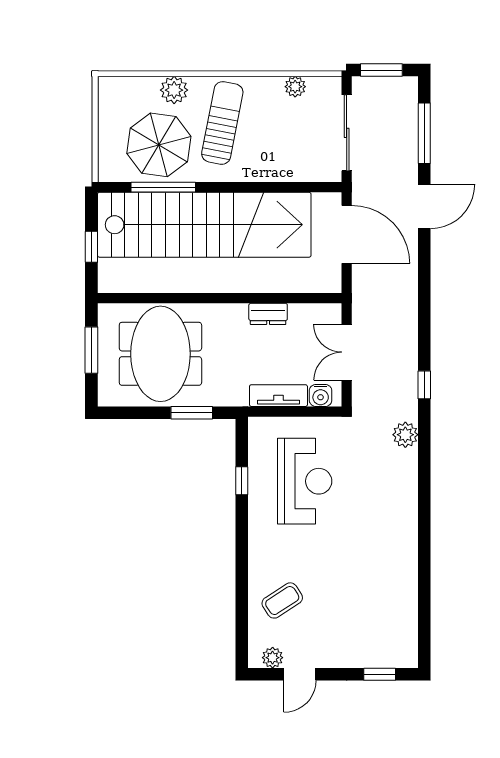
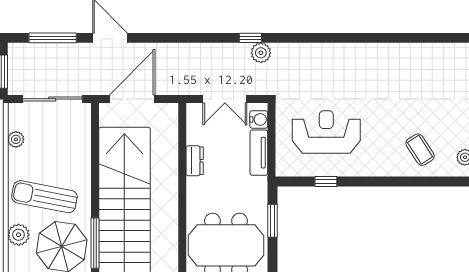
plant: (405, 435) -> (261, 53), moved

